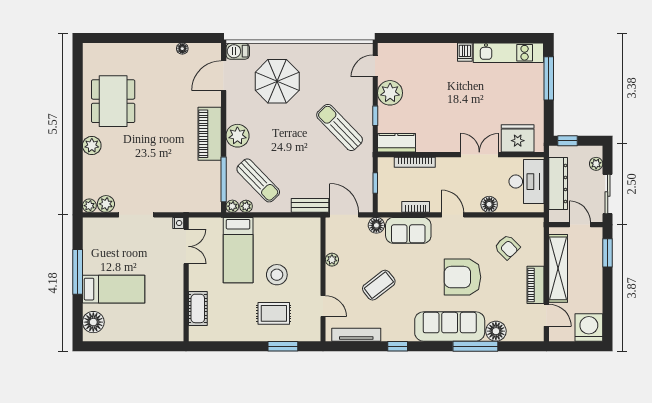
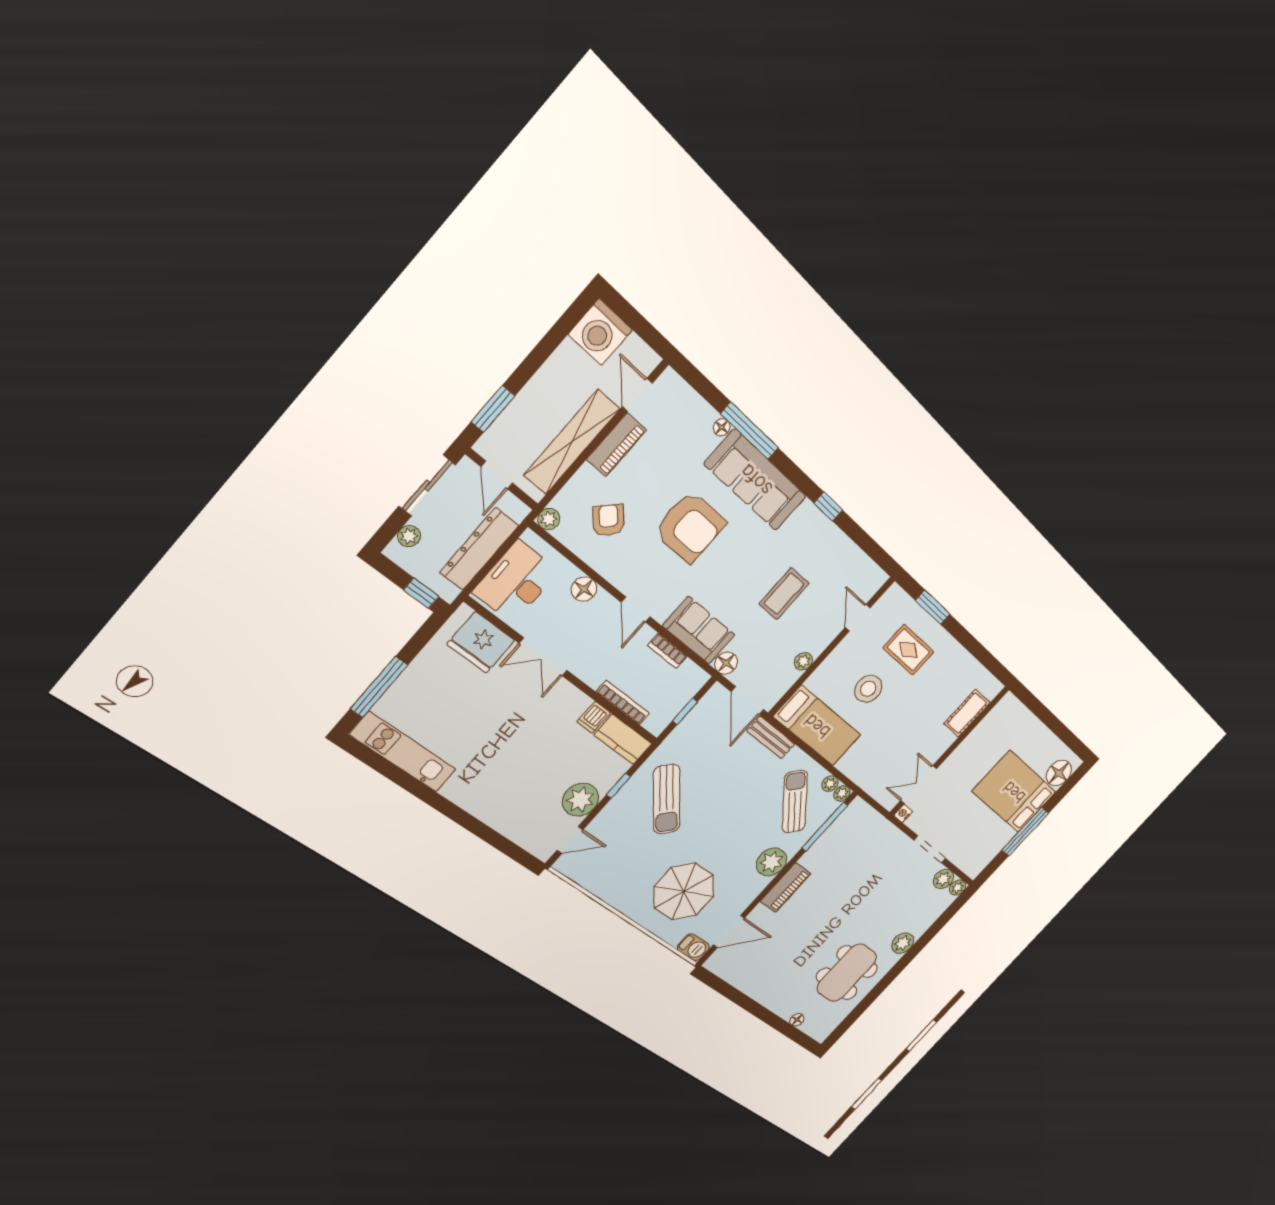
floor lamp: (182, 49) -> (797, 1020), moved
dishwasher: (465, 52) -> (594, 717), moved, turned 180
piano: (210, 134) -> (786, 888), width x0.73, depth x0.75
plant: (537, 224) -> (549, 519), added
bed: (238, 250) -> (817, 726), moved, turned 90
coffee table: (379, 285) -> (784, 594), turned -52
bed: (114, 289) -> (1014, 792), width x1.50
floor lamp: (496, 331) -> (722, 427), width x0.53, depth x0.53
tv unit: (356, 335) -> (856, 557), removed

